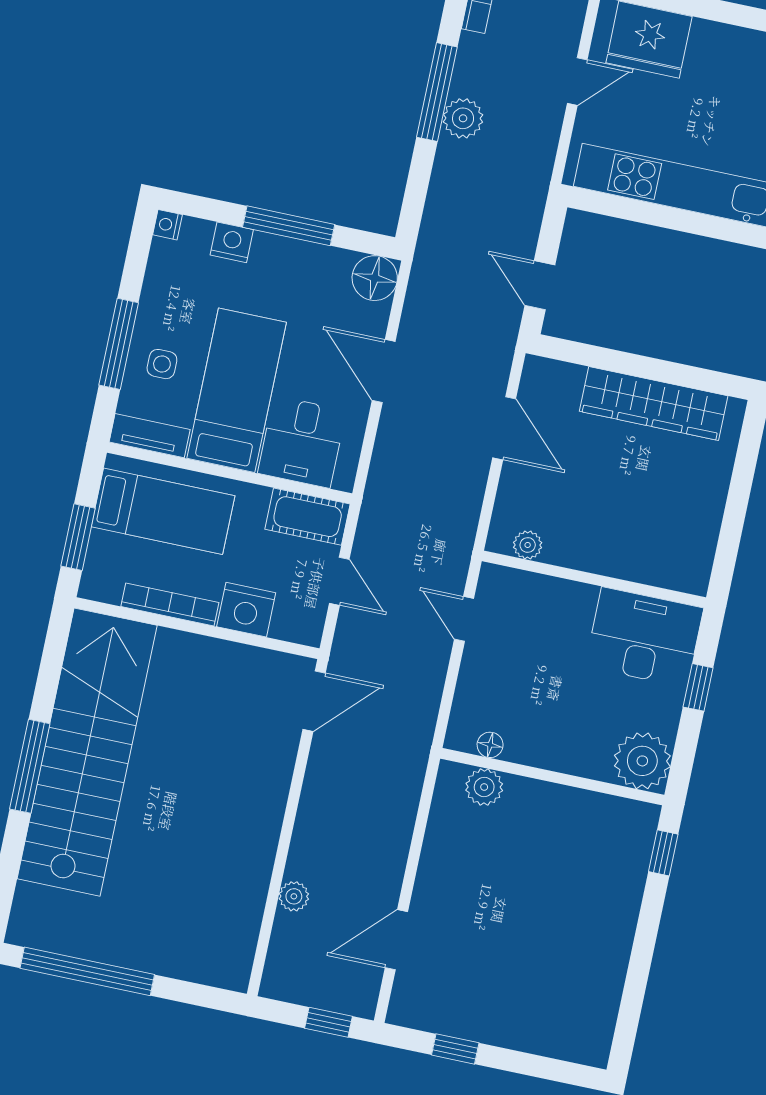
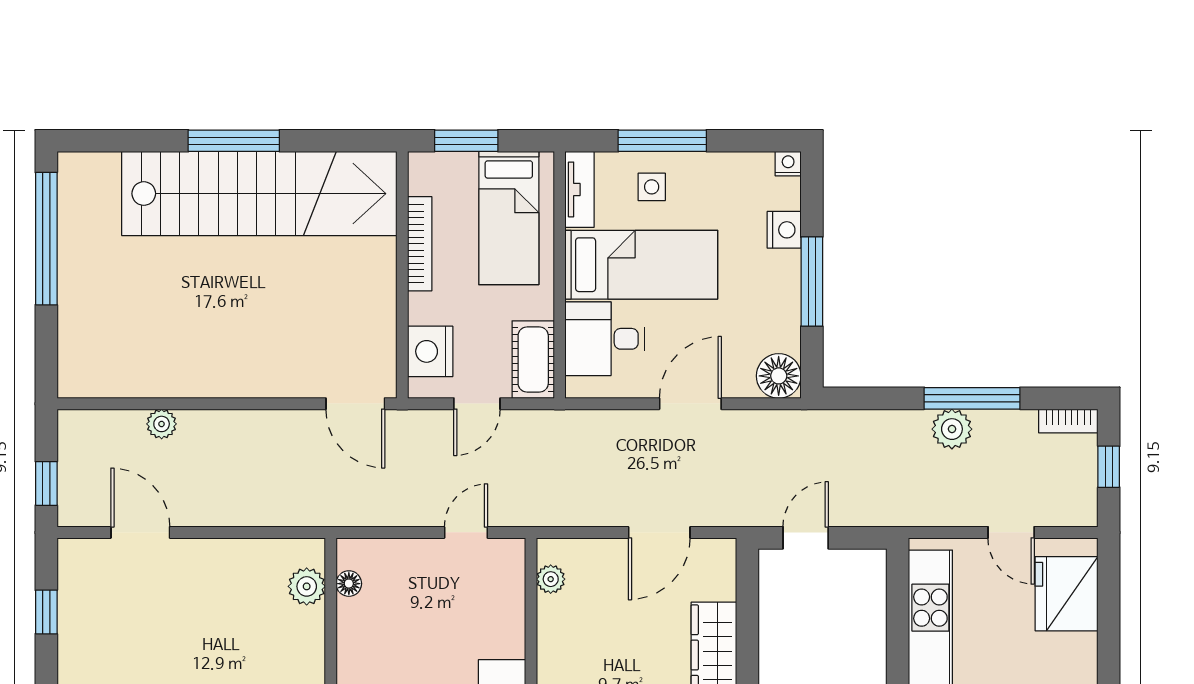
nightstand: (246, 610) -> (430, 351), moved

